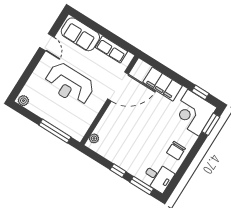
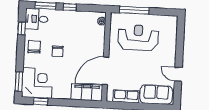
reception desk: (69, 84) -> (138, 37), moved
filing cabinet: (163, 84) -> (87, 92), moved
plant: (23, 101) -> (171, 20), removed
chair: (155, 133) -> (58, 51), added
window: (178, 176) -> (22, 28), added

